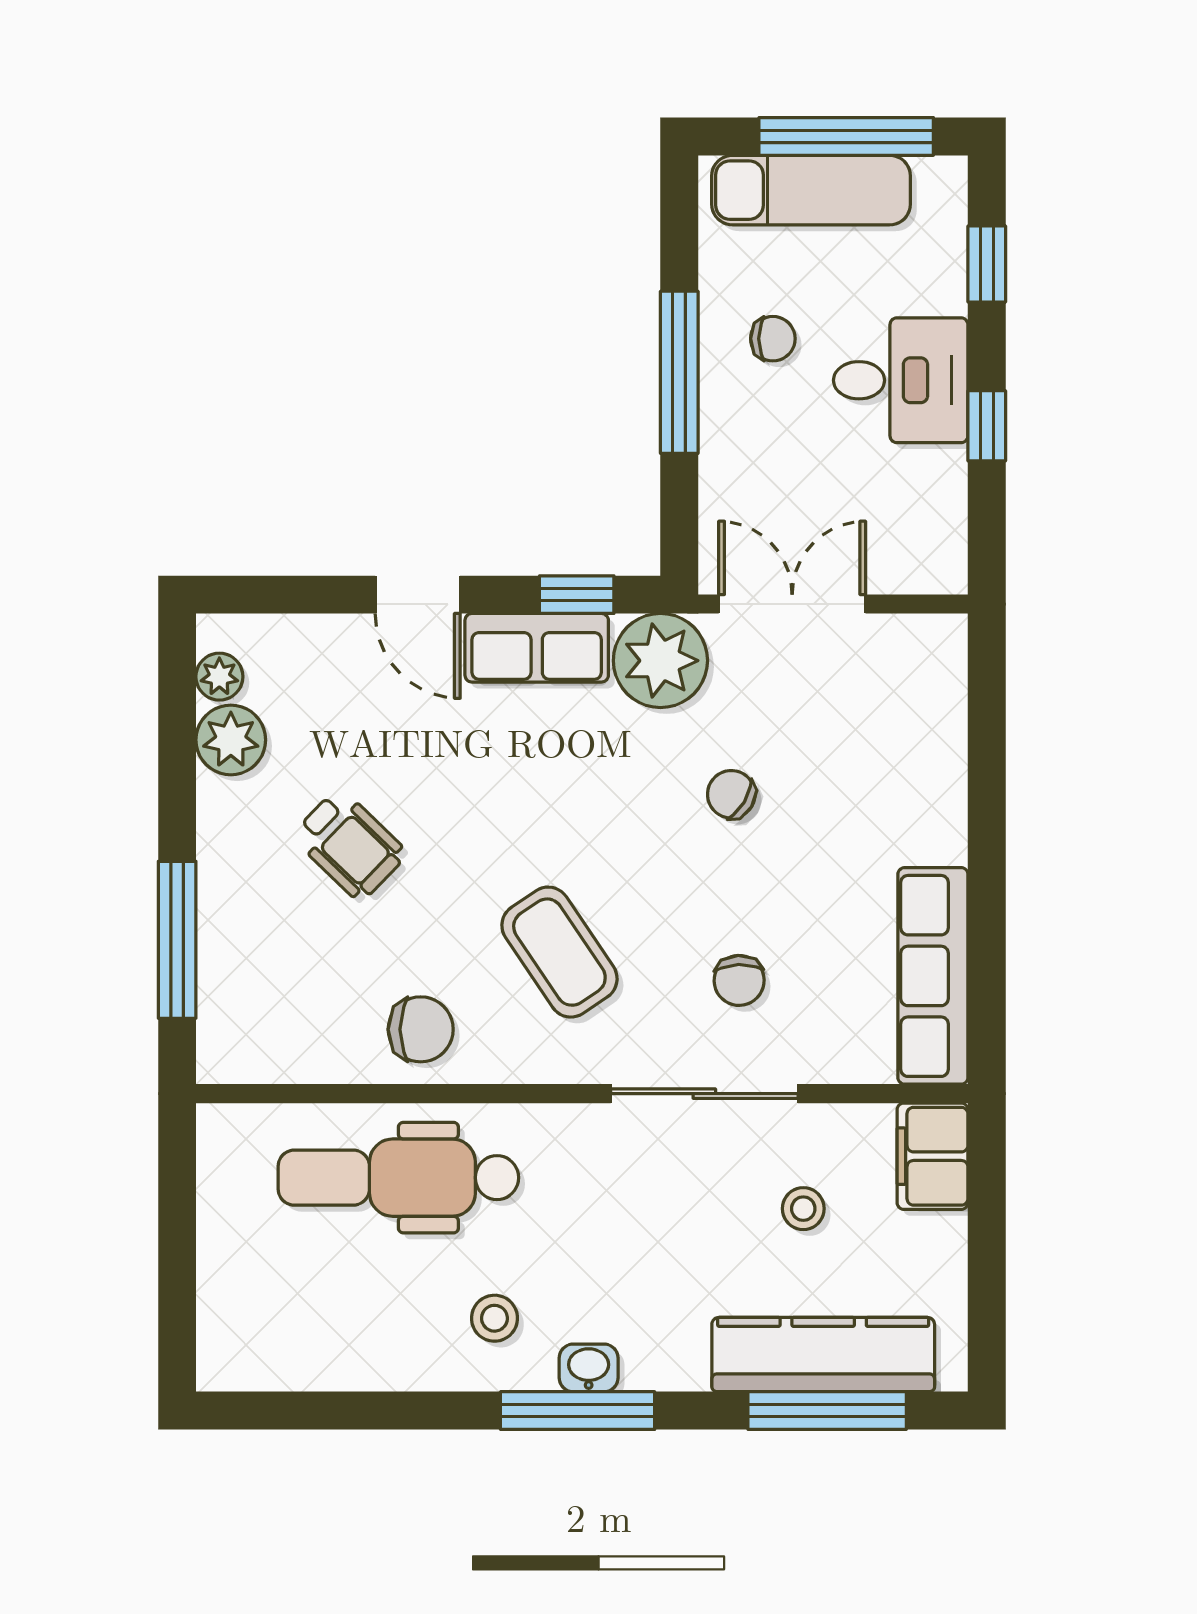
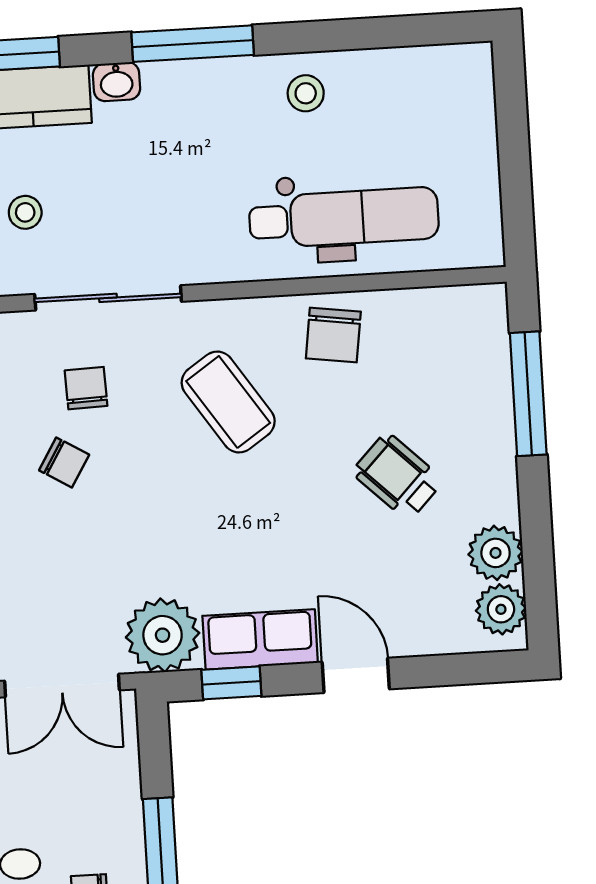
plant: (219, 677) -> (501, 609), width x1.38, depth x1.38
chair: (731, 794) -> (64, 462), moved
chair: (421, 1029) -> (333, 335), turned -82
stool: (494, 1318) -> (306, 93), moved
washbasin: (589, 1368) -> (116, 82), moved

